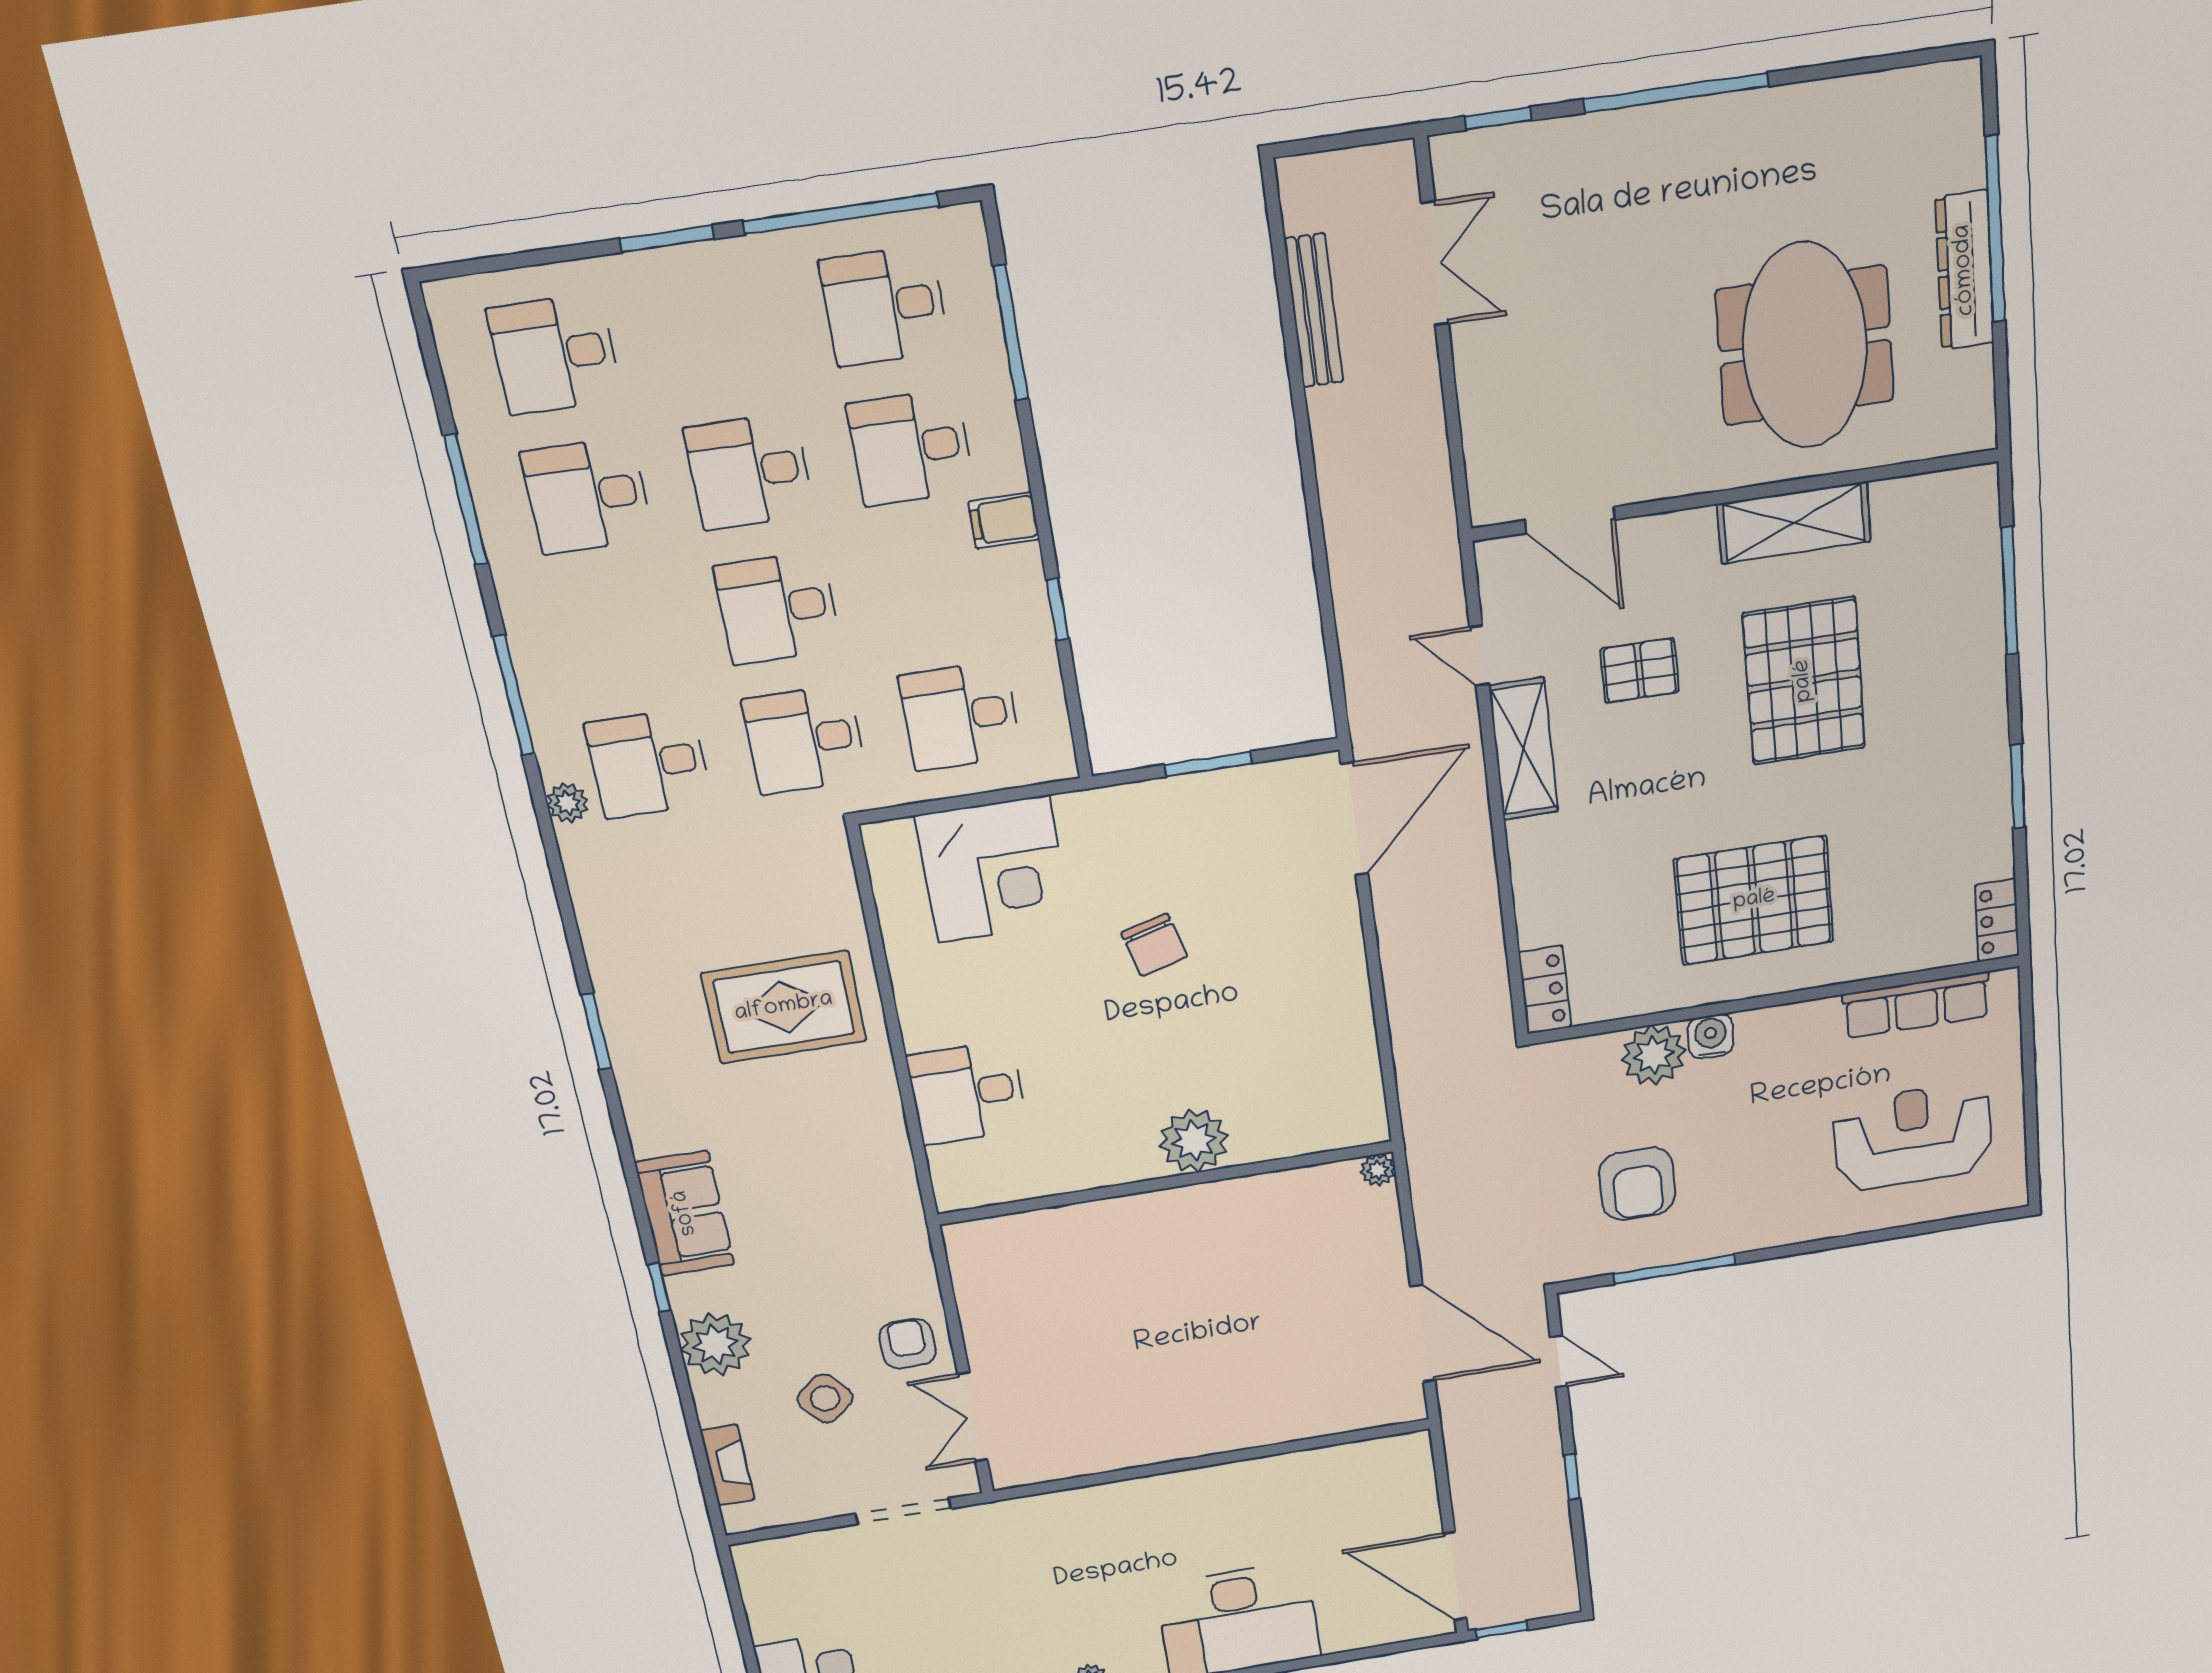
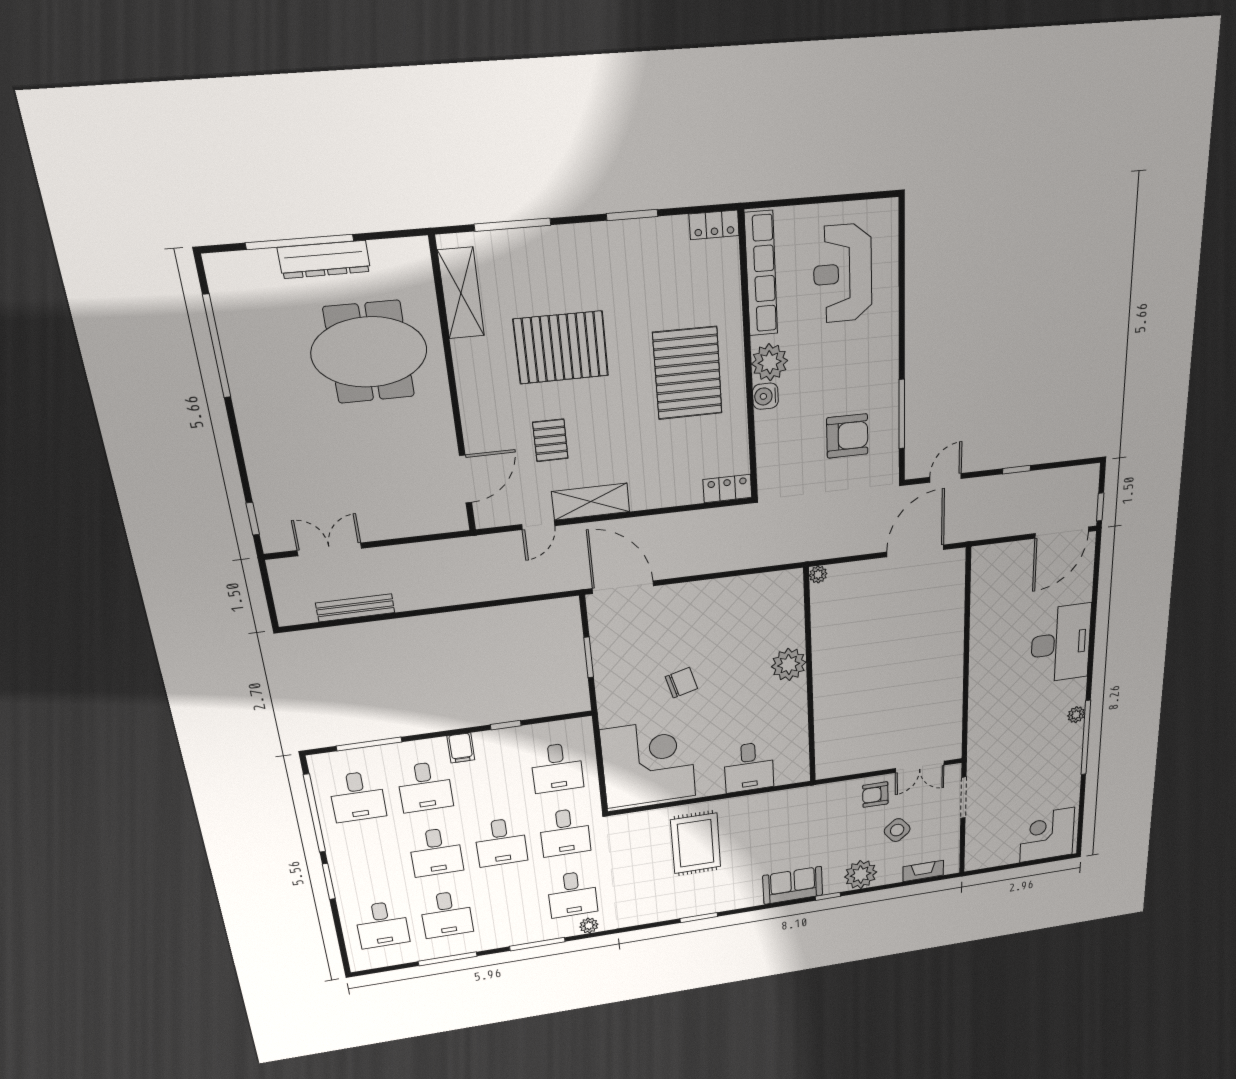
window: (1676, 93) -> (217, 346), moved
shelving: (1794, 523) -> (461, 293), moved
corner desk: (993, 869) -> (648, 763), width x1.36, depth x1.36
row of seats: (1916, 1005) -> (761, 274), width x1.36
plant: (1654, 1055) -> (770, 362), moved

